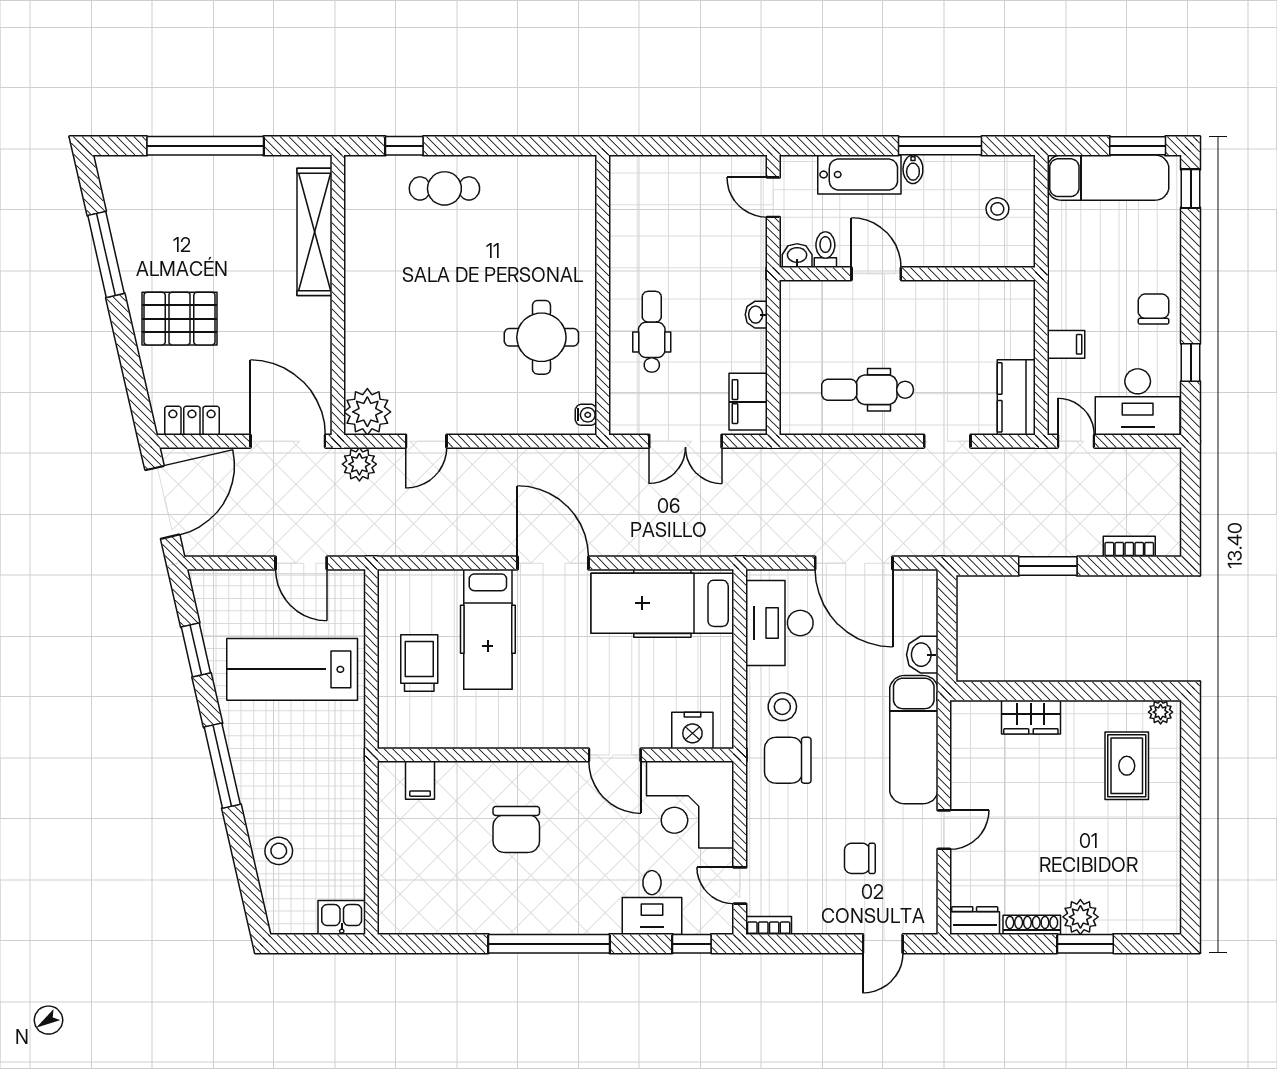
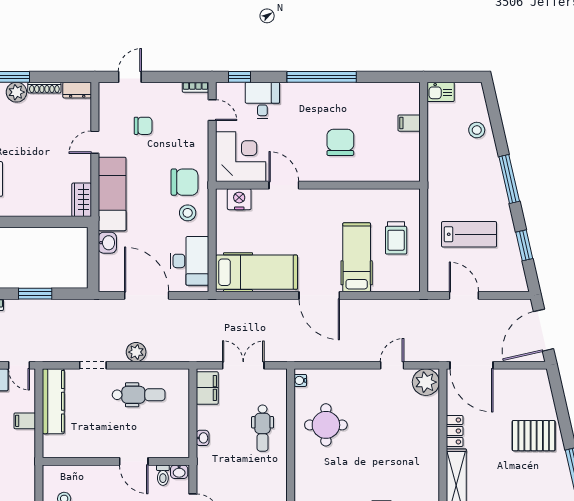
kitchen counter: (1016, 397) -> (53, 401), width x1.50
locker: (192, 421) -> (455, 431), moved, turned -90
plant: (359, 464) -> (136, 352), moved
lab bench: (292, 669) -> (469, 234), width x0.73, depth x0.72
wardrobe: (1031, 717) -> (82, 200), moved, turned -90
filing cabinet: (420, 780) -> (409, 123), moved, turned -90

